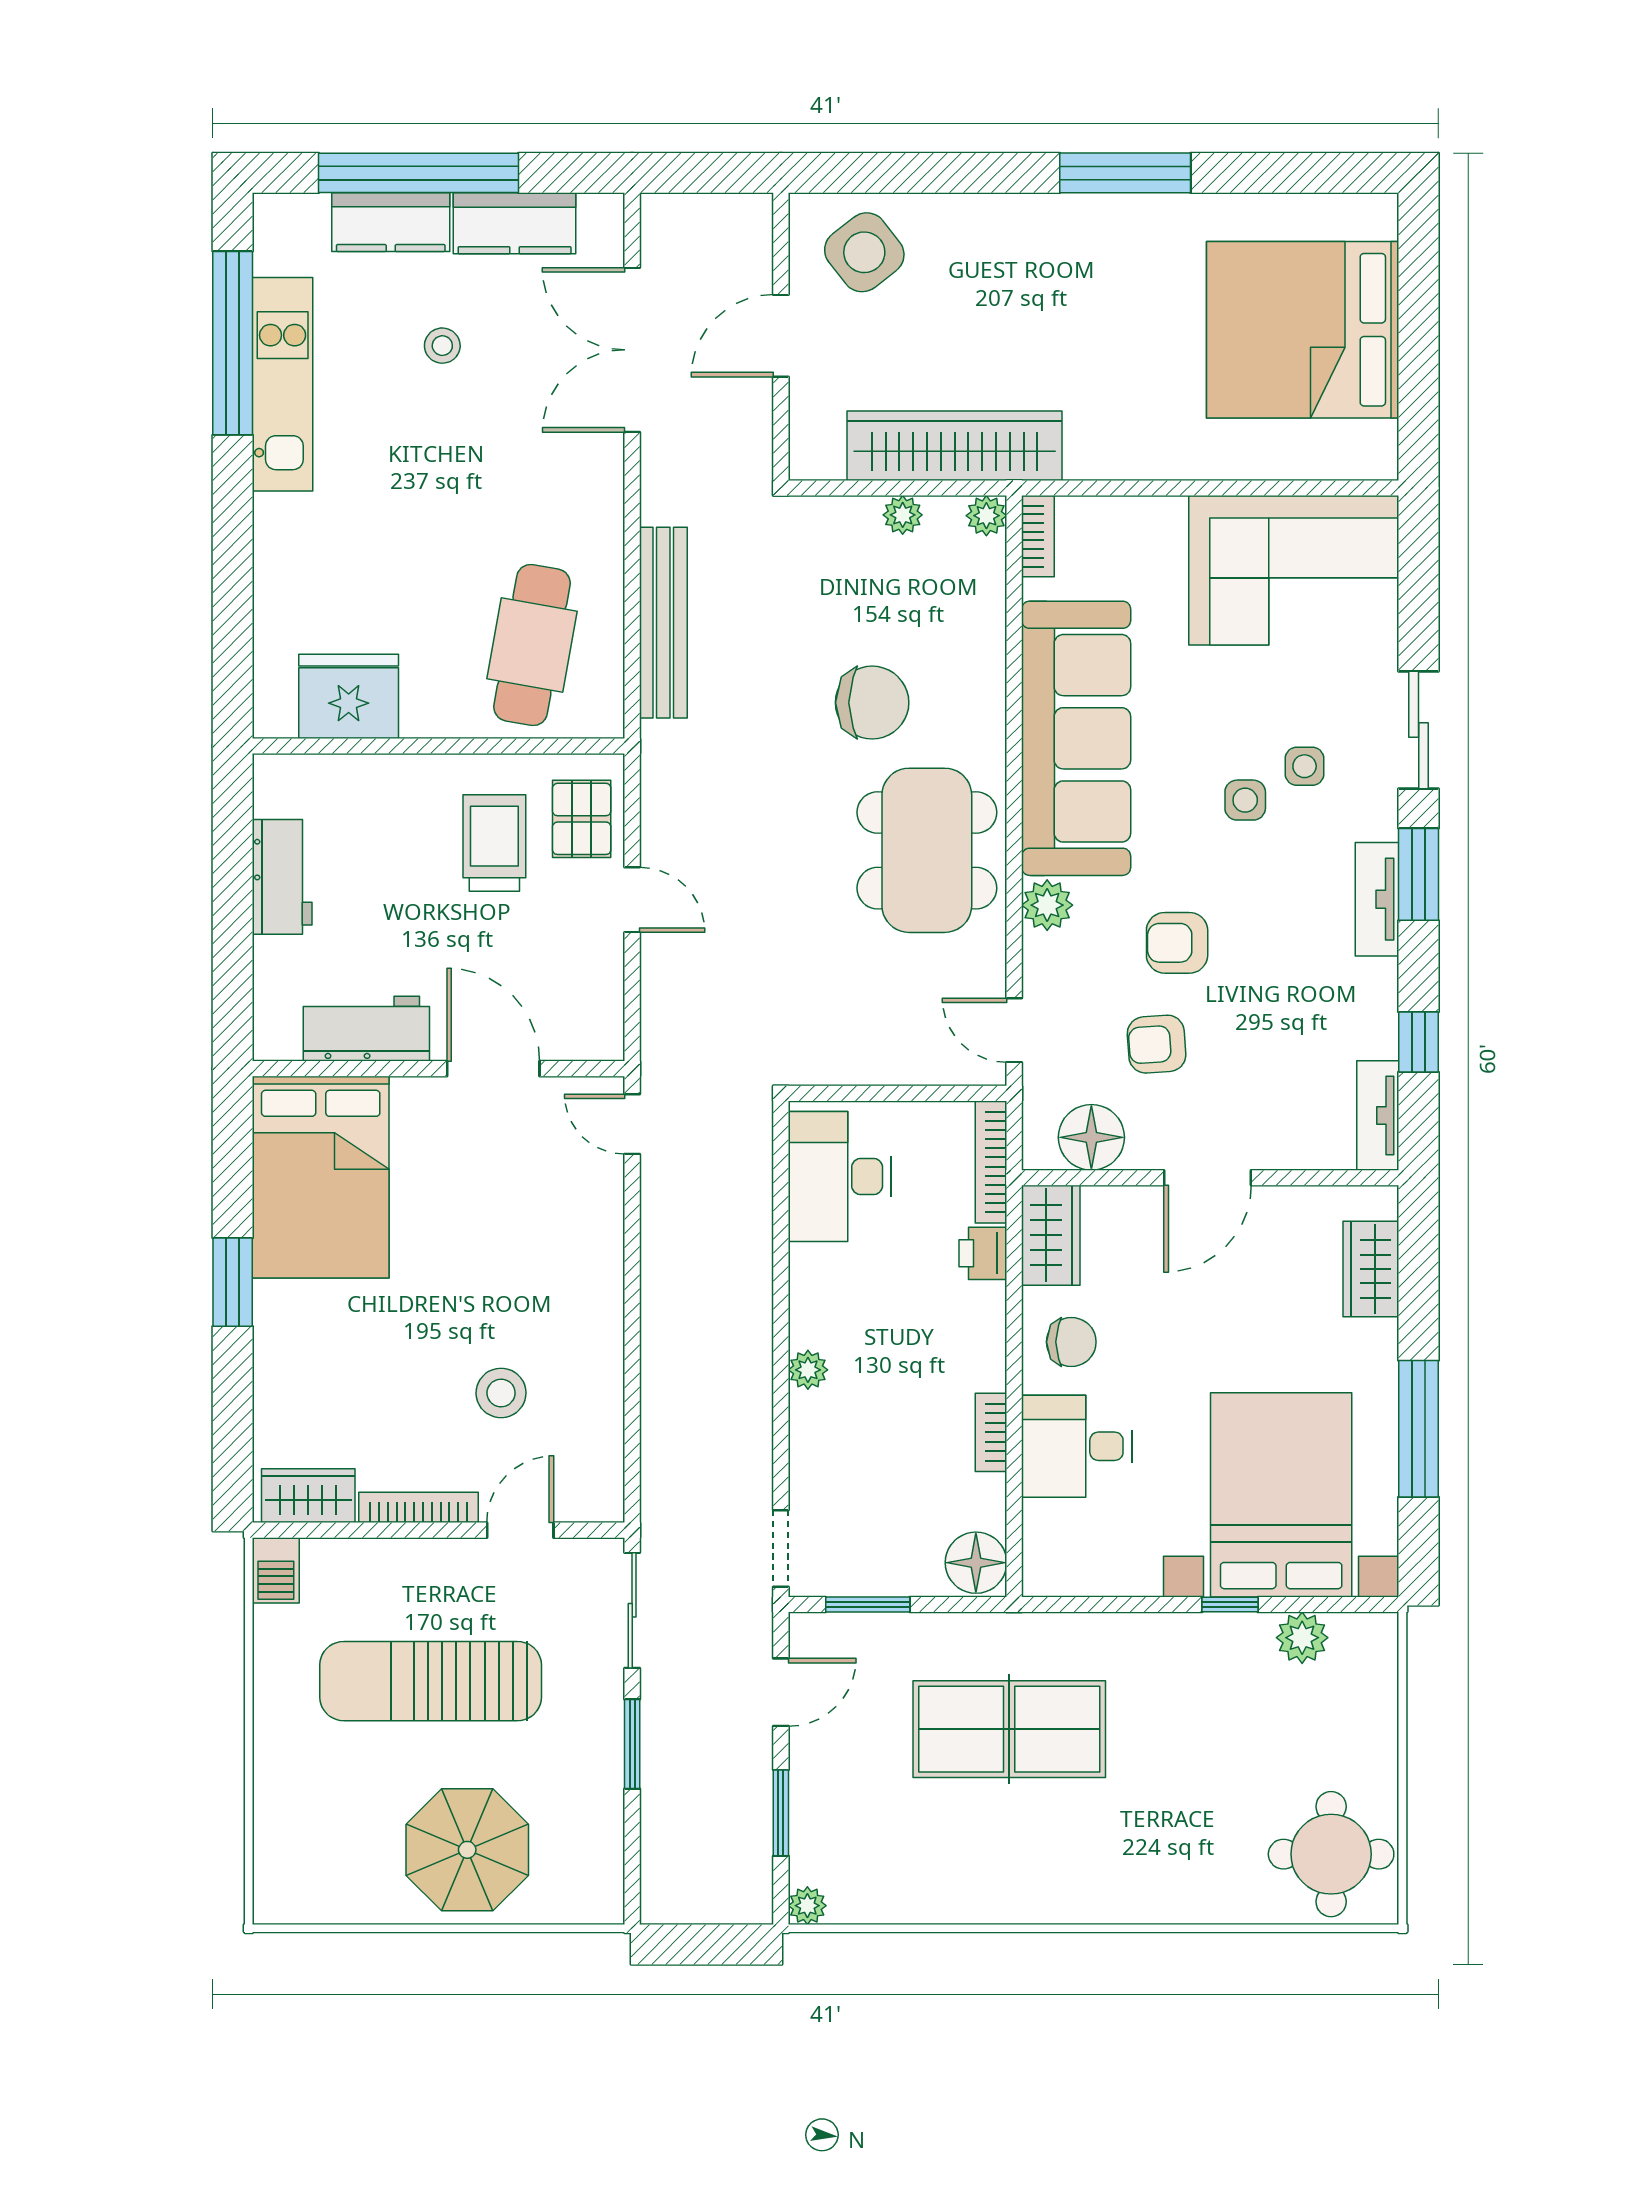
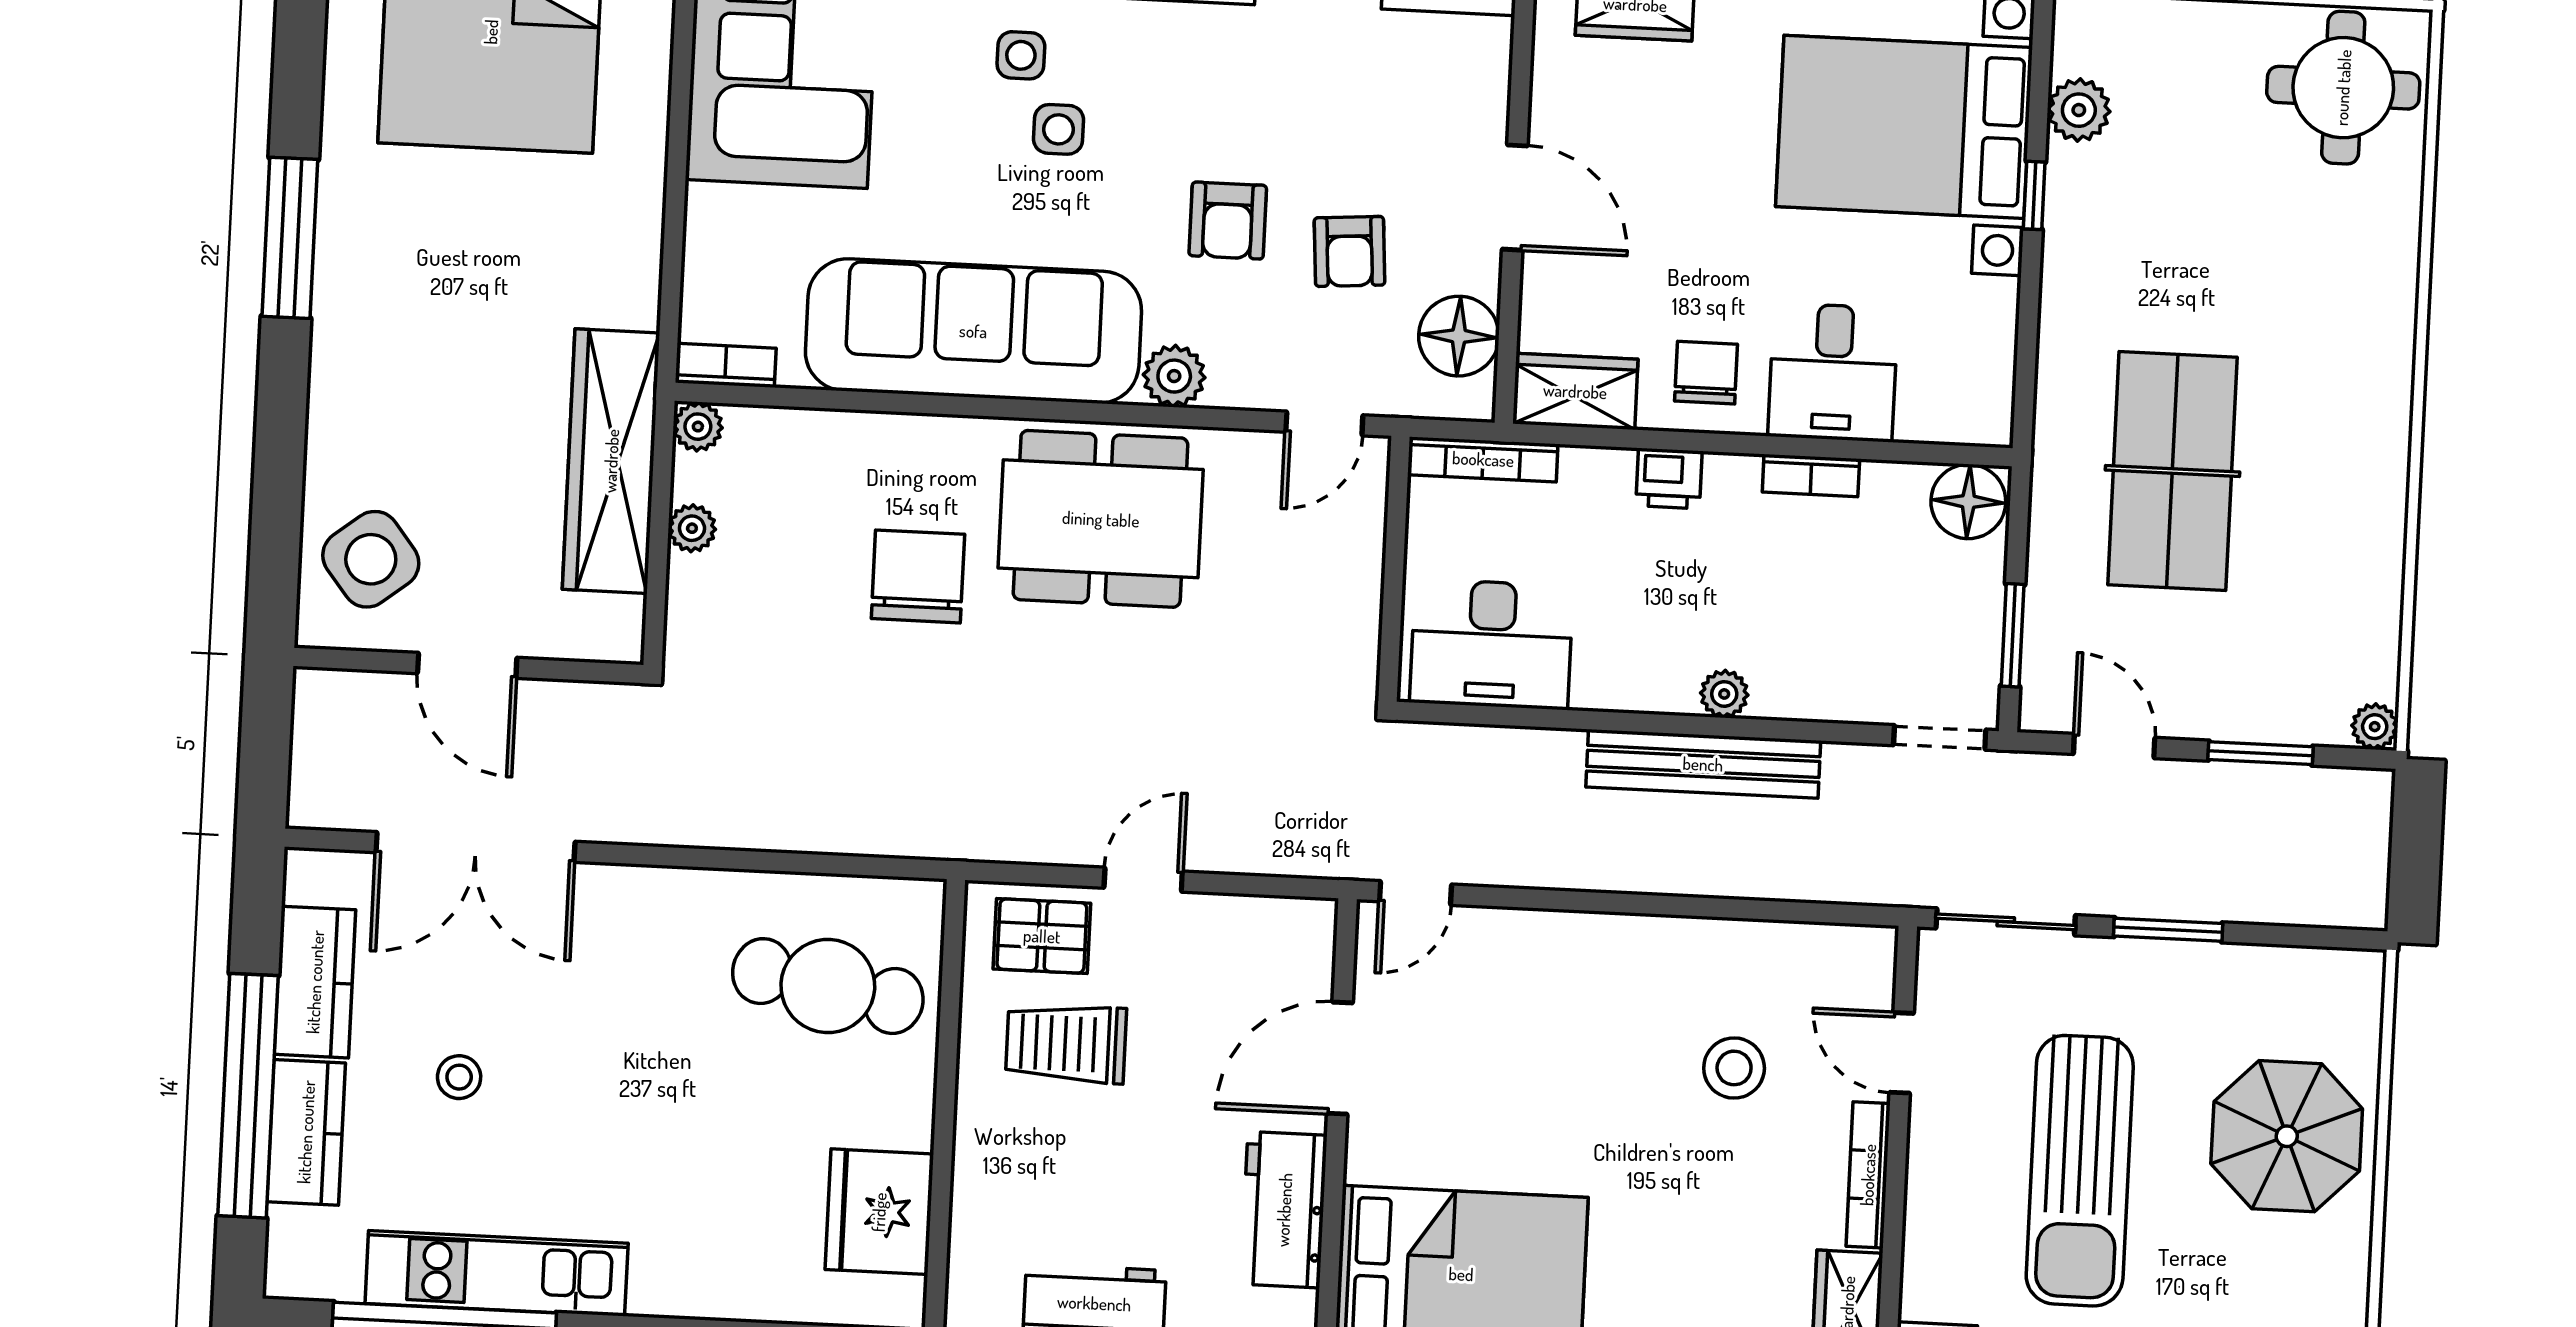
bench: (663, 623) -> (1703, 764), moved
printer: (983, 1253) -> (1669, 478), moved

